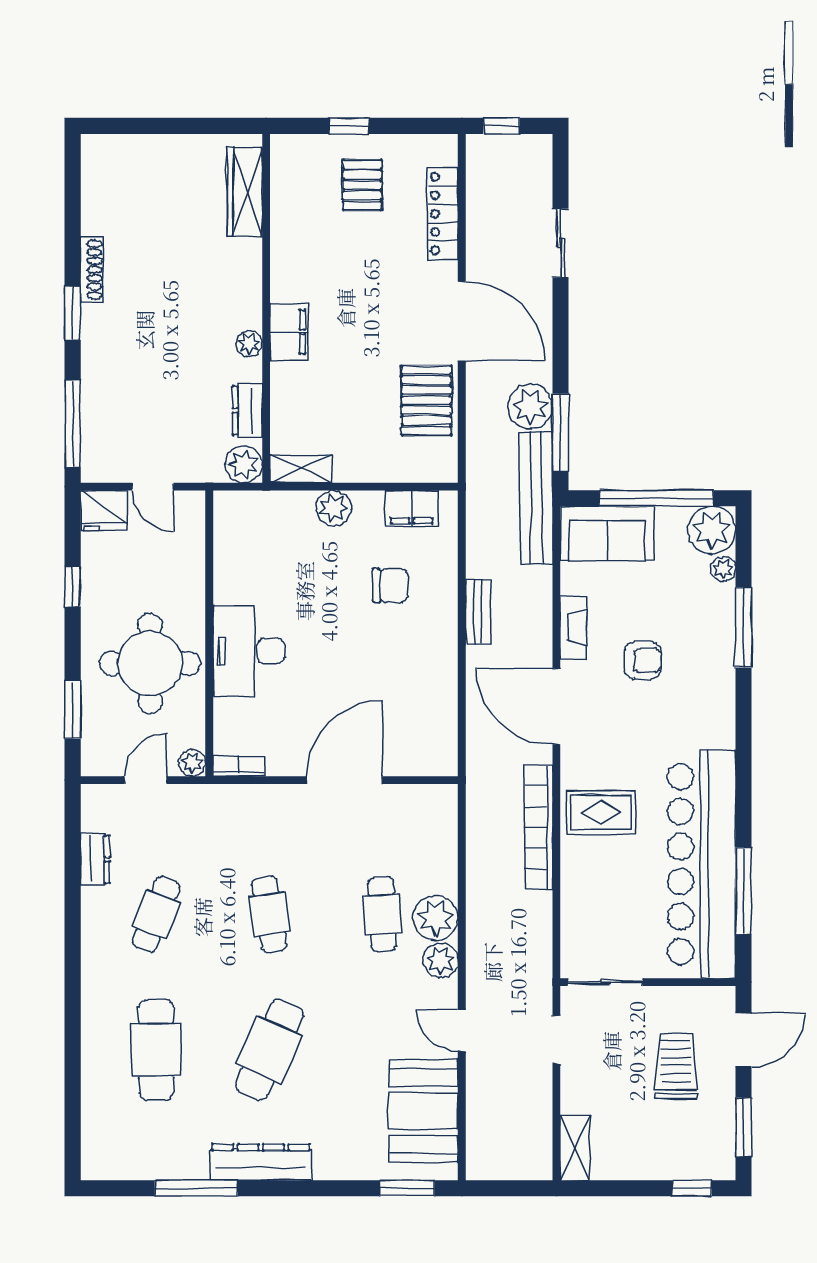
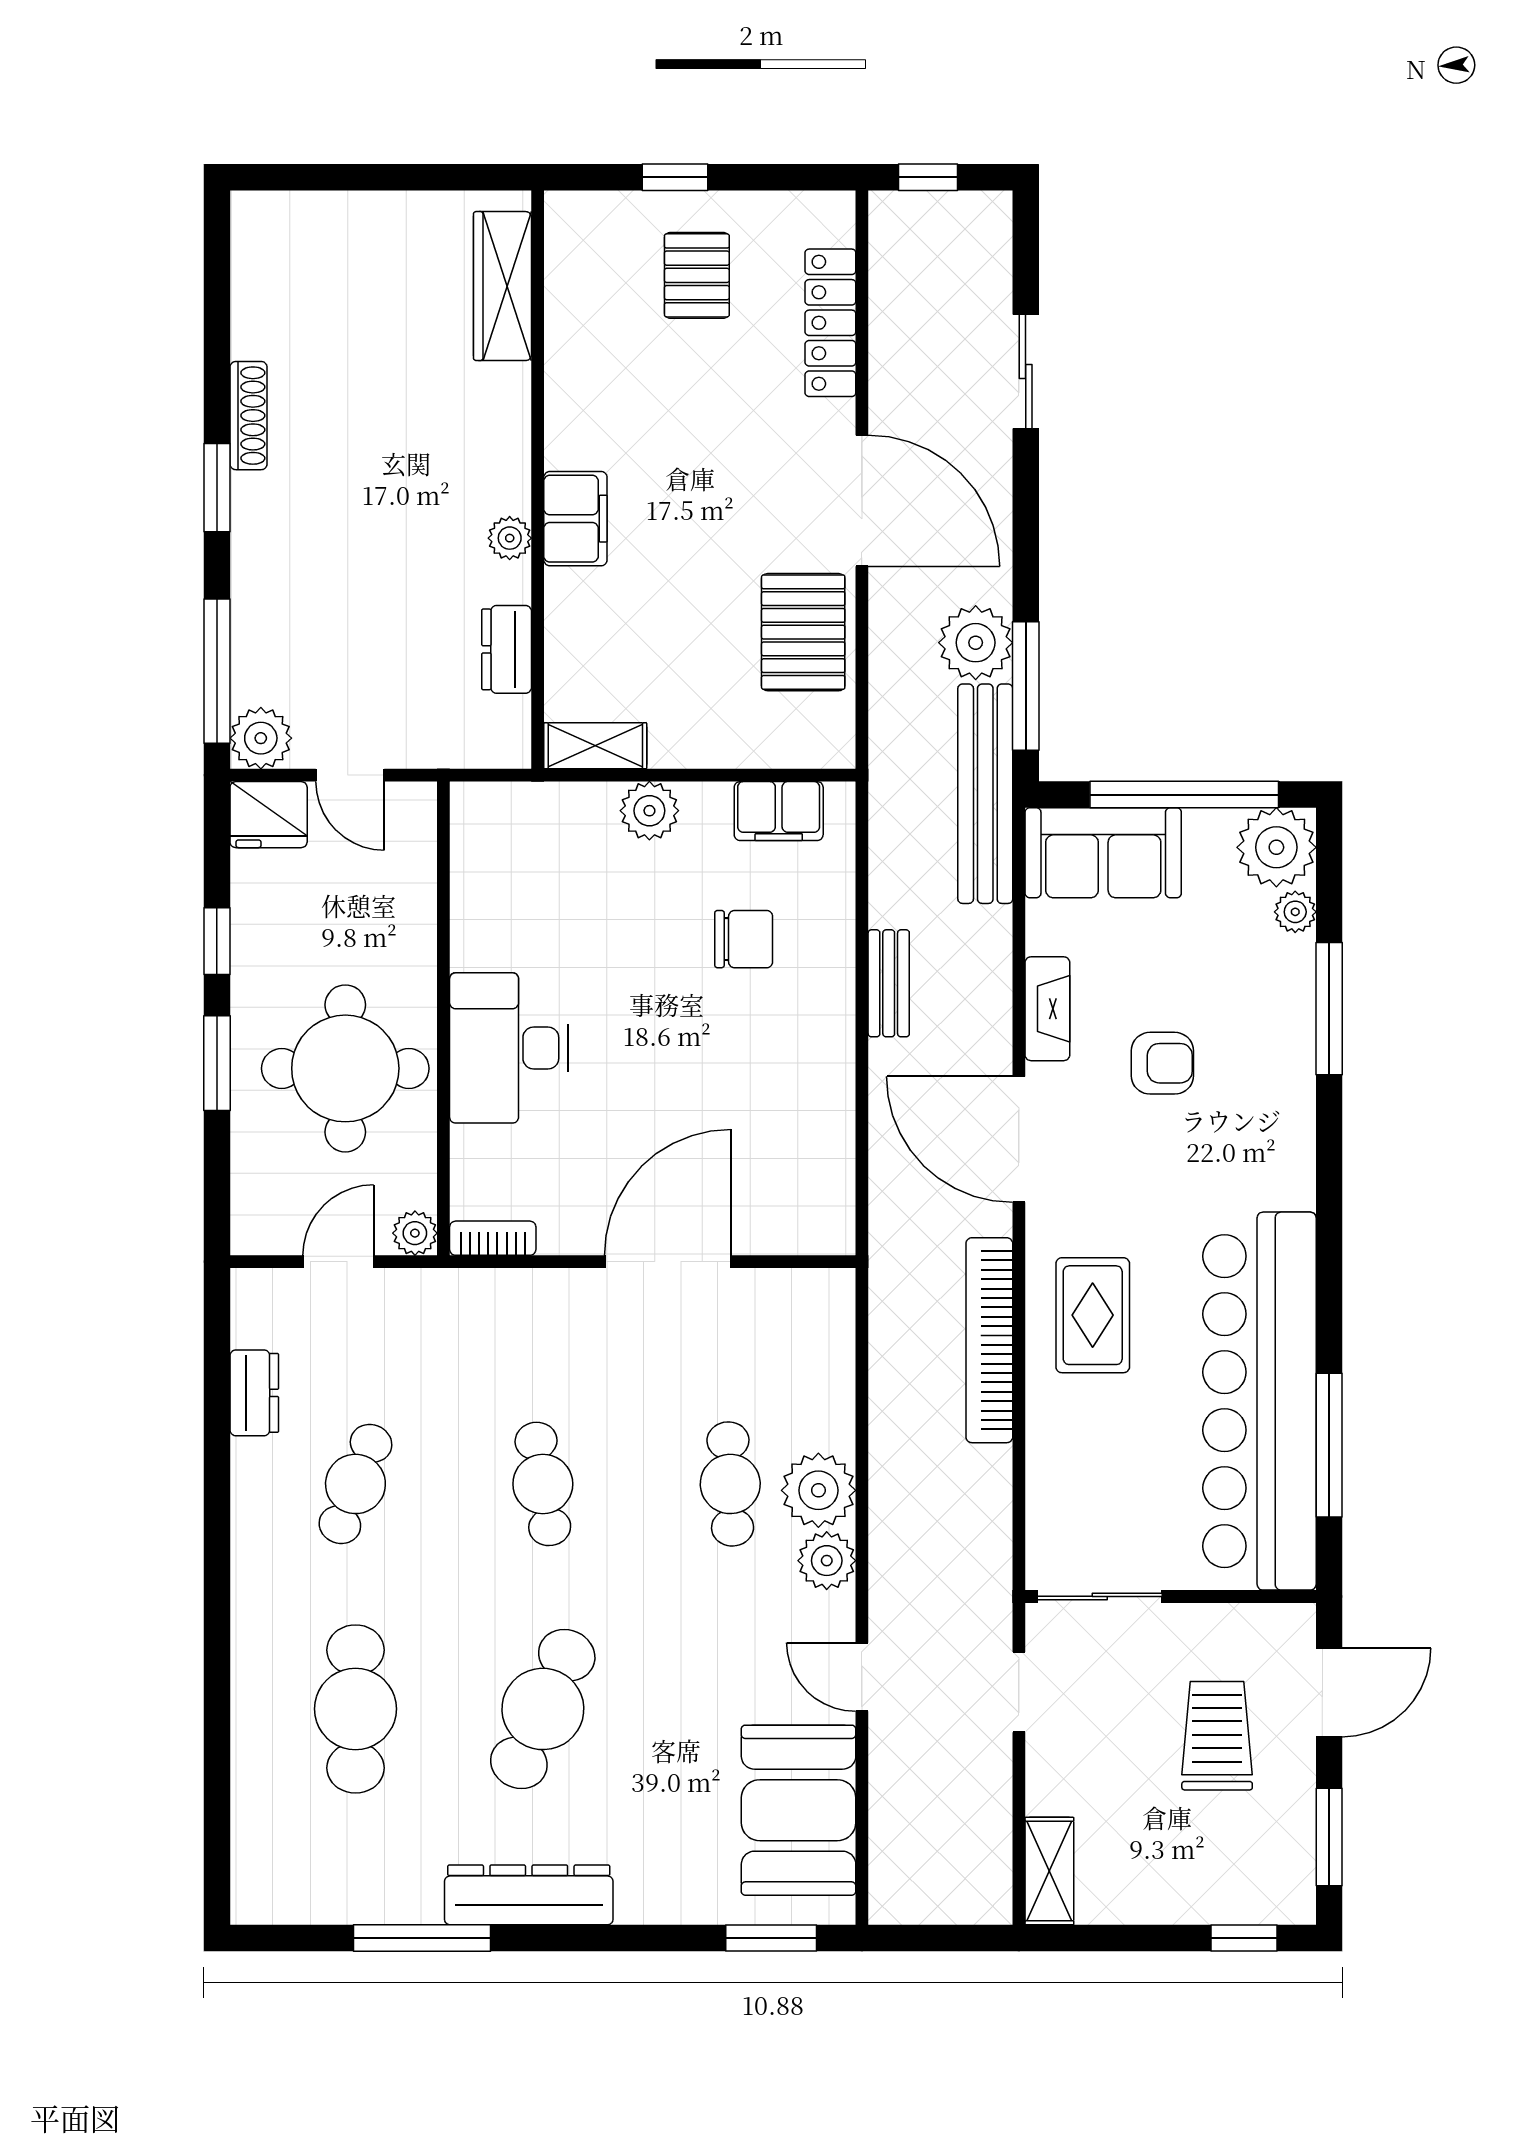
plant: (244, 464) -> (261, 738), moved
window: (73, 710) -> (217, 1063), moved
rug: (601, 812) -> (1093, 1315), turned 90

